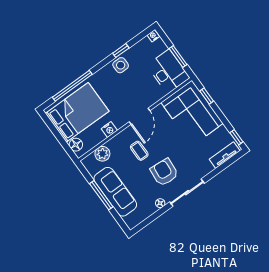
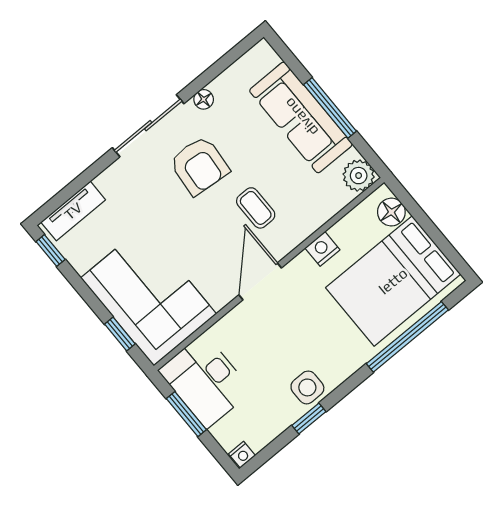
plant: (102, 154) -> (359, 176), moved

